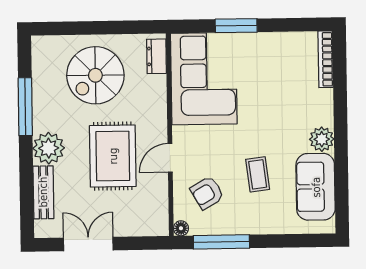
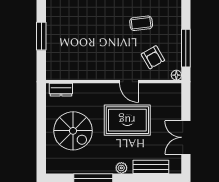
corner sofa: (204, 79) -> (76, 58), removed
plant: (49, 148) -> (121, 168), width x0.53, depth x0.53

